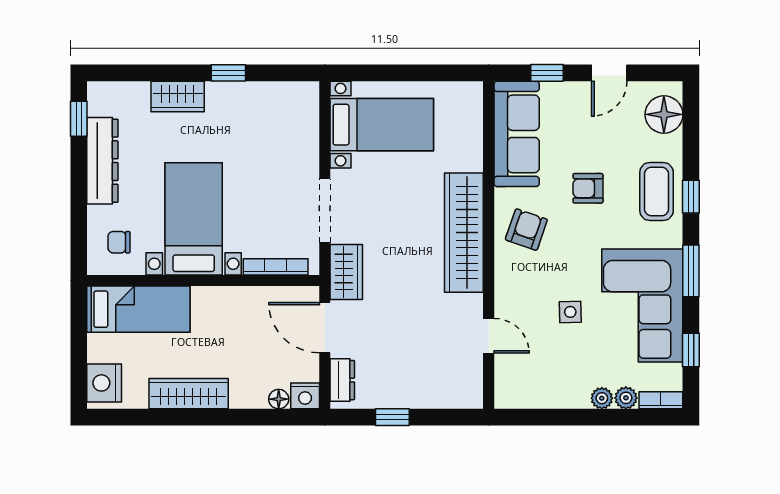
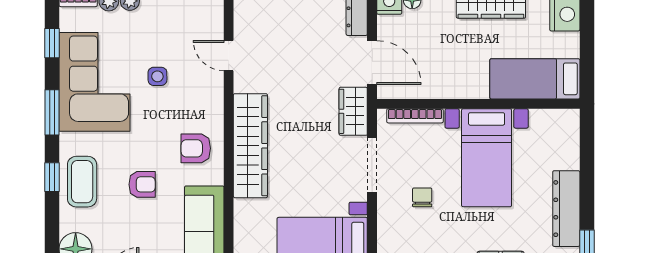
armchair: (526, 230) -> (196, 148), turned 71
chair: (119, 242) -> (422, 197), moved, turned -90

